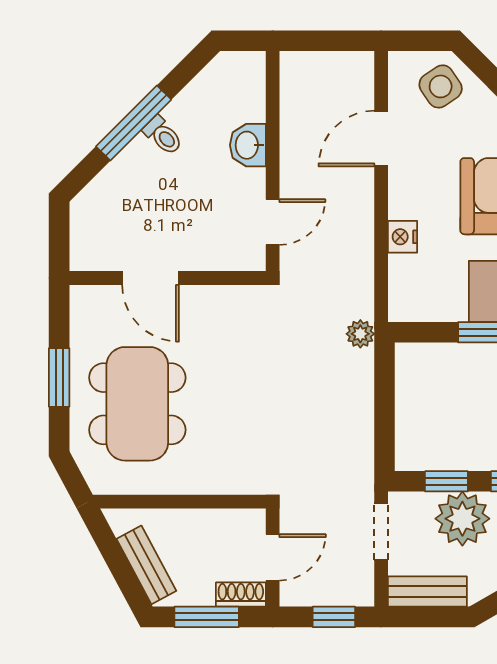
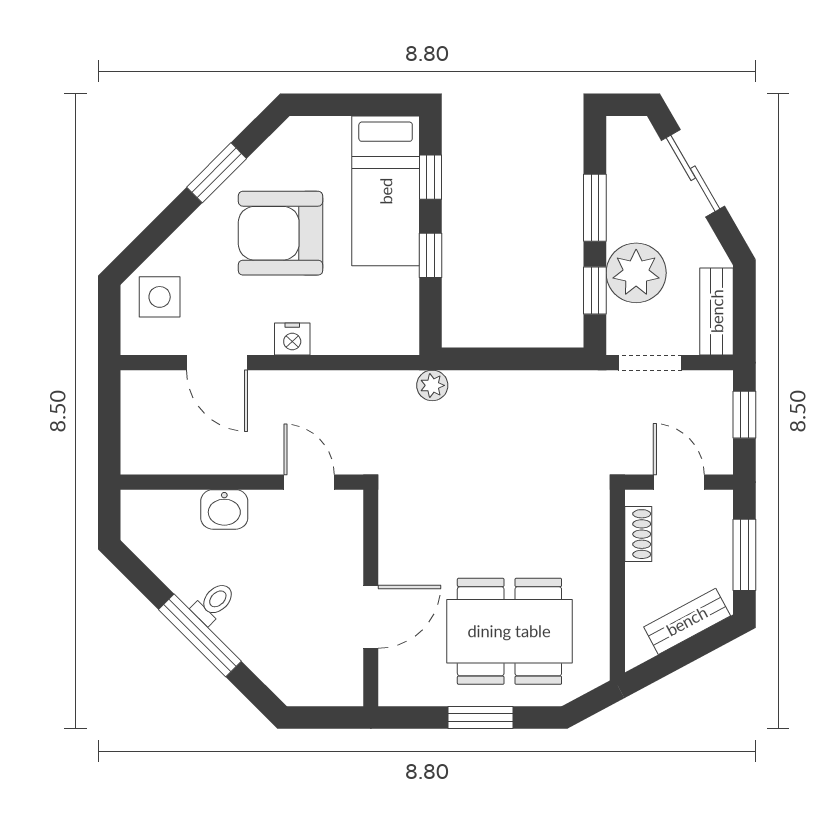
side table: (441, 86) -> (160, 297), turned 34
nightstand: (402, 237) -> (292, 339), moved
shoe rack: (241, 595) -> (638, 534), moved, turned 180

